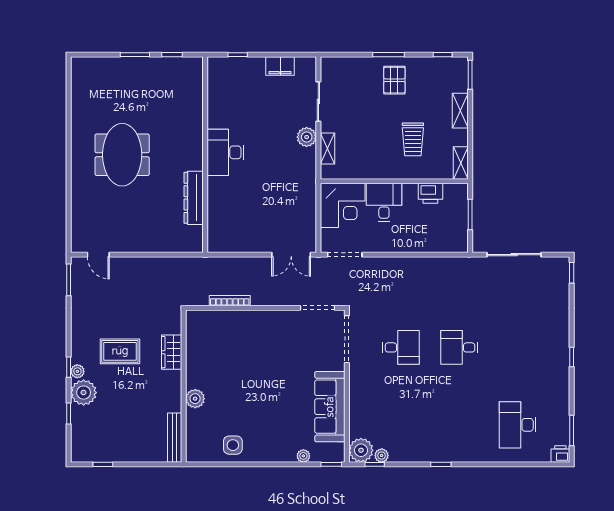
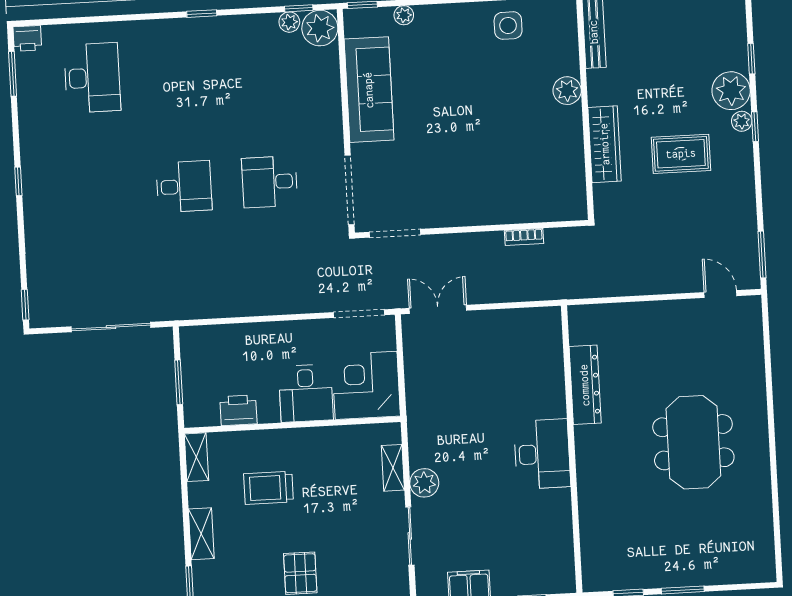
trolley: (413, 139) -> (268, 488), turned -90
bookcase: (230, 301) -> (524, 237), width x0.64
wardrobe: (172, 352) -> (605, 144), width x1.50

